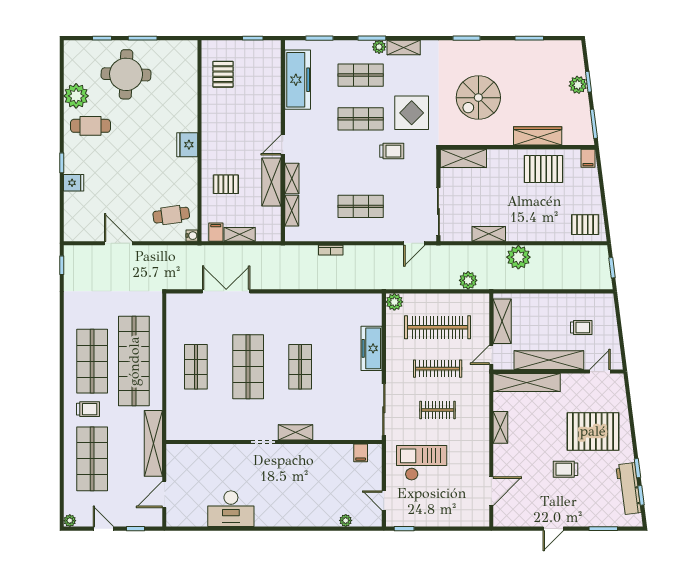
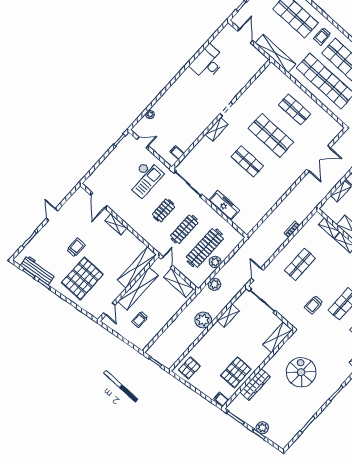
display table: (412, 113) -> (324, 332), removed
plant: (394, 302) -> (215, 262), moved
shelving: (500, 427) -> (116, 224), moved

